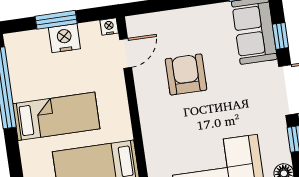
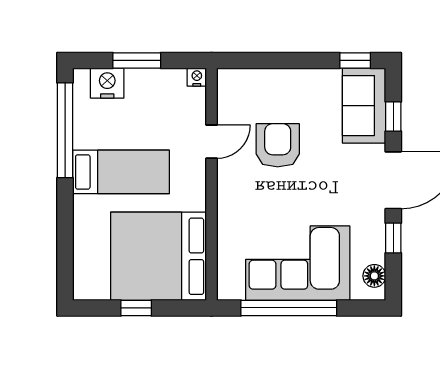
nightstand: (64, 38) -> (107, 83), moved
door: (126, 53) -> (211, 142), moved

